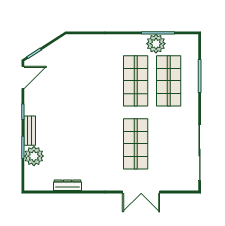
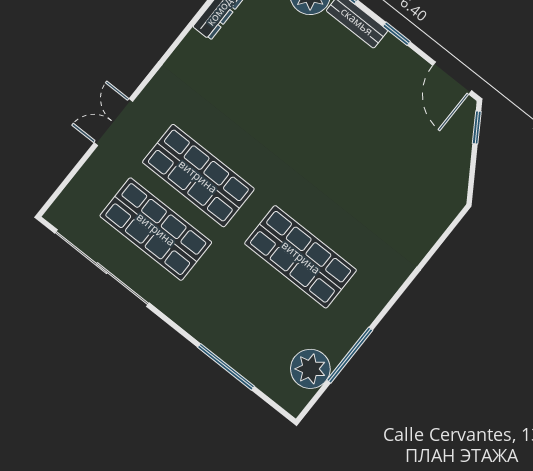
plant: (156, 44) -> (310, 369), moved
shop shelf: (169, 81) -> (156, 229), moved
double door: (141, 192) -> (113, 122), width x0.73

